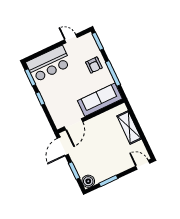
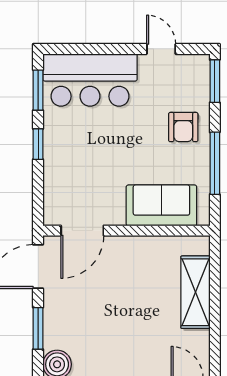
sofa: (100, 100) -> (161, 205), width x0.73

